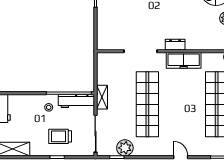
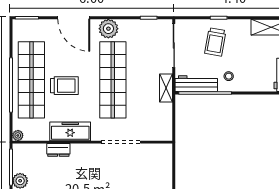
dresser: (175, 45) -> (58, 150), moved
trolley: (189, 99) -> (64, 86), added
trolley: (60, 136) -> (215, 42), turned 100
plant: (125, 148) -> (108, 29), moved
door: (181, 157) -> (74, 18), width x1.88

